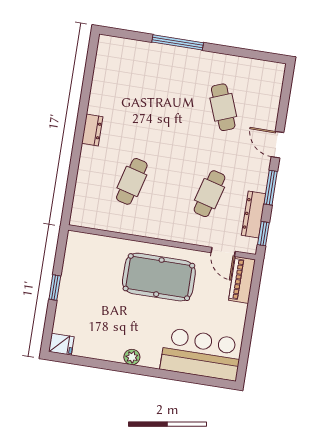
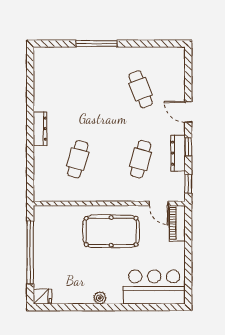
dresser: (92, 130) -> (40, 129), width x1.44
window: (271, 188) -> (188, 147), width x0.67
dresser: (254, 214) -> (178, 153), moved
window: (55, 287) -> (30, 253), width x3.17

